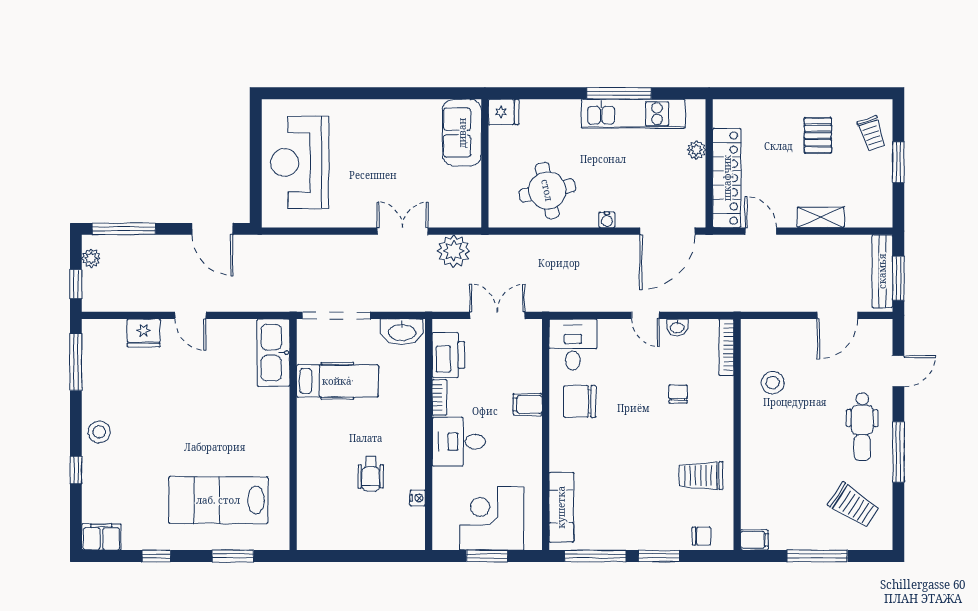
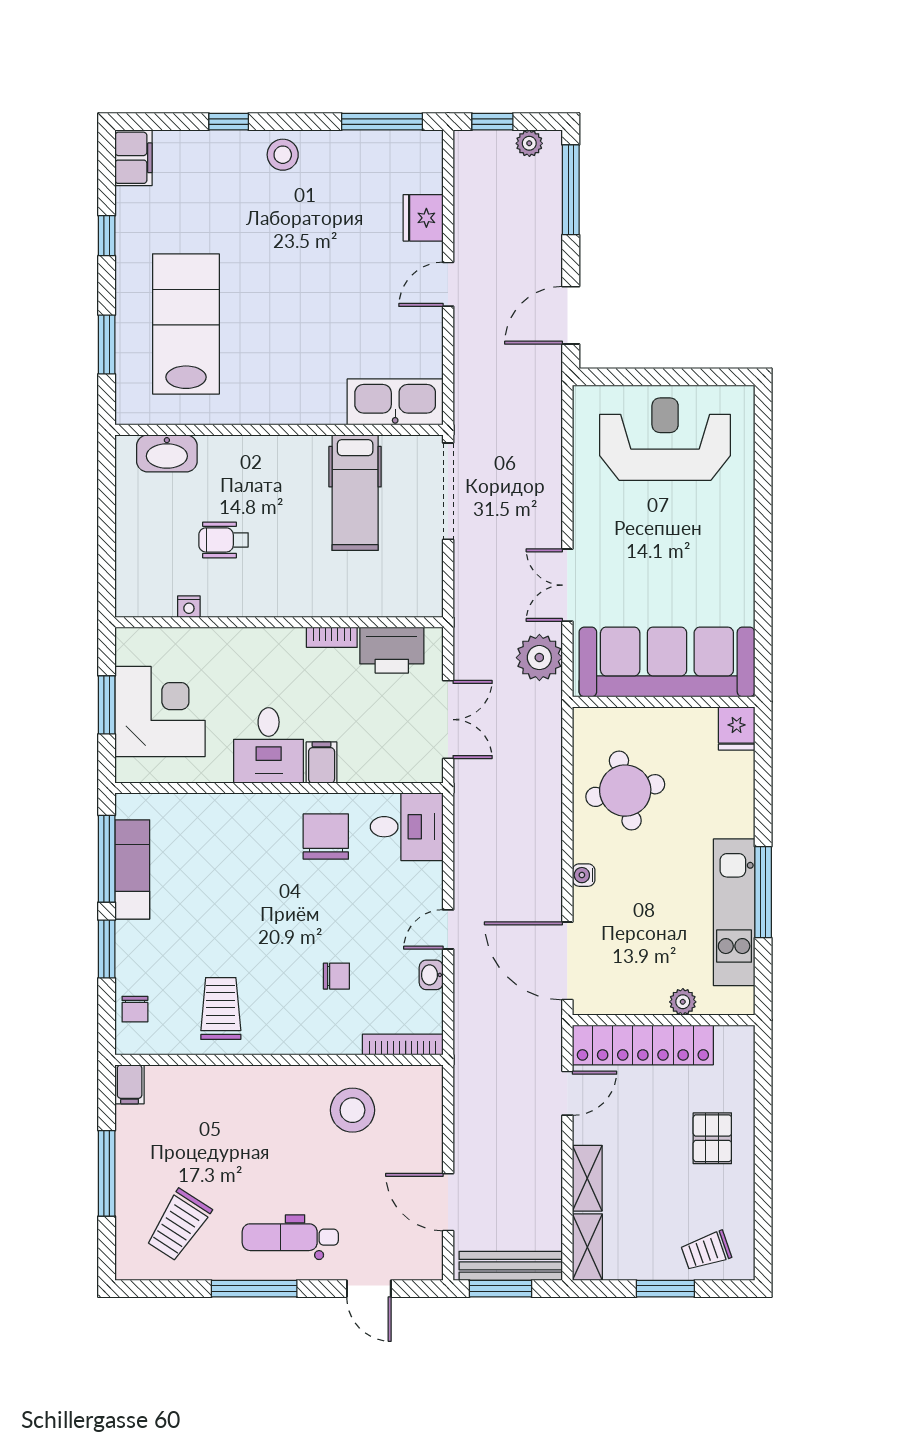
sofa: (462, 133) -> (667, 662), width x1.85, depth x1.27
pallet: (818, 135) -> (712, 1138), moved, turned 90
shelving: (869, 217) -> (587, 1247), added
double door: (403, 231) -> (567, 585), swing flipped
washbasin: (402, 332) -> (167, 453), moved, turned -90
stool: (773, 383) -> (352, 1110), width x1.38, depth x1.38
desk: (459, 442) -> (269, 745), moved, turned 180
exam couch: (561, 507) -> (132, 869), moved, turned -90

